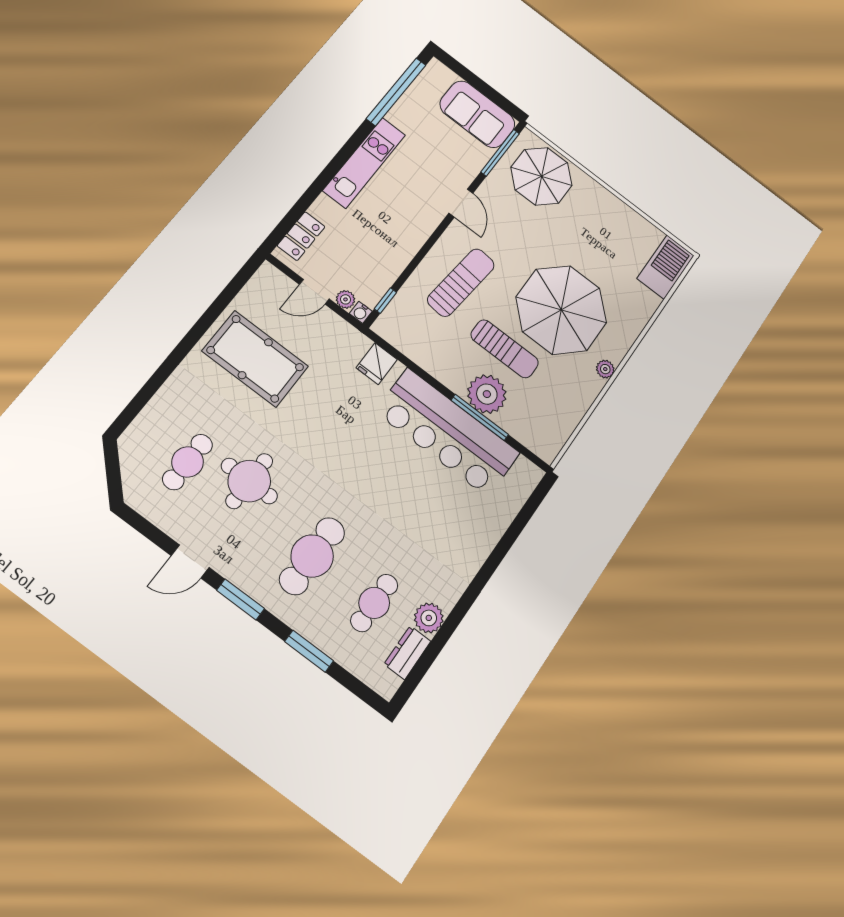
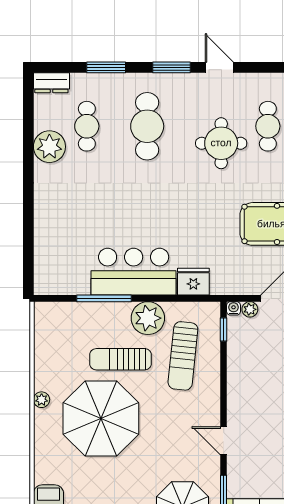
sun lounger: (461, 282) -> (183, 356), moved
fridge: (377, 364) -> (193, 282), width x1.38
plant: (487, 394) -> (148, 318), moved
bar counter: (448, 432) -> (134, 272), width x0.73
door: (190, 561) -> (219, 67), hinge flipped
plant: (429, 618) -> (49, 147), width x1.36, depth x1.36
dresser: (407, 653) -> (51, 83), moved, turned 90

